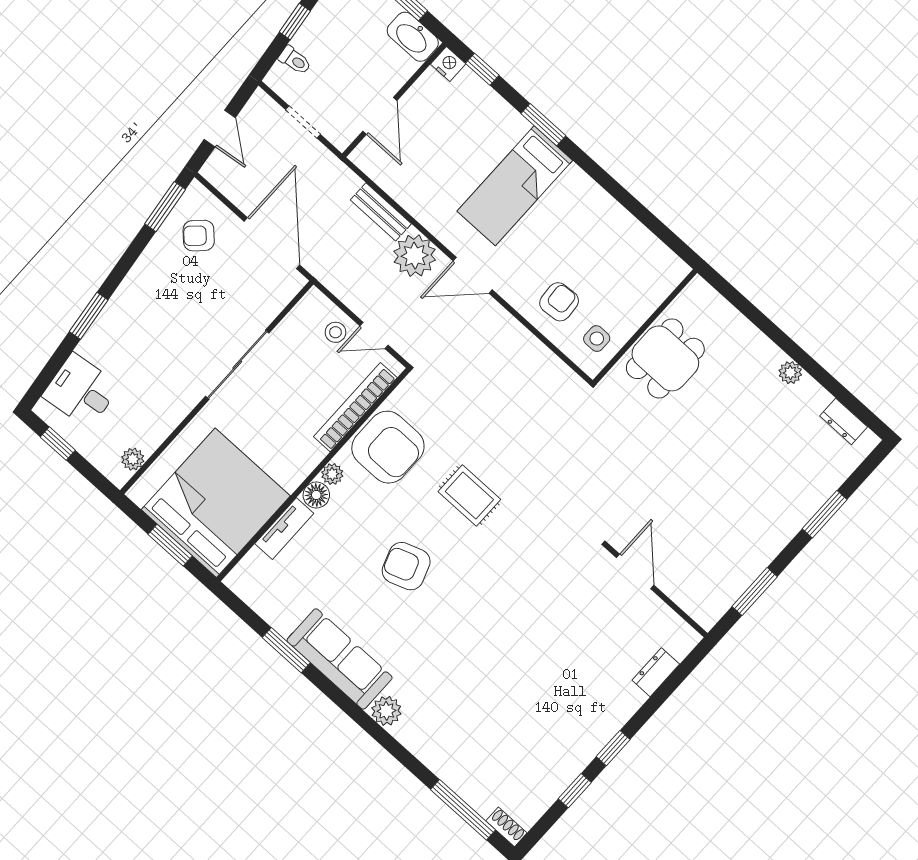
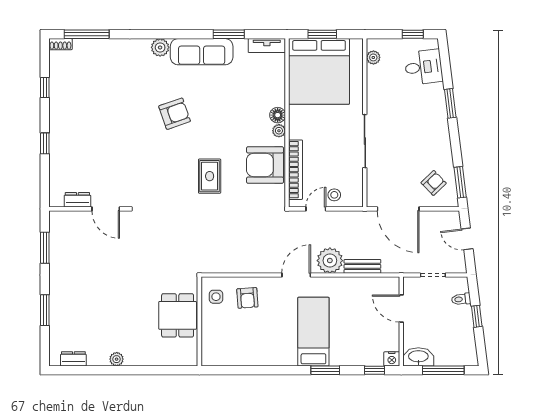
rug: (469, 496) -> (210, 176), turned 90
tv unit: (284, 529) -> (267, 46), moved, turned -90
armchair: (406, 566) -> (175, 114), moved
dresser: (656, 672) -> (77, 200), moved, turned -90
window: (613, 748) -> (45, 143), moved

